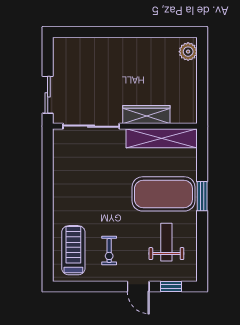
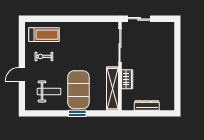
plant: (188, 52) -> (166, 105), removed
dresser: (189, 82) -> (147, 105), added
wardrobe: (146, 115) -> (127, 79), width x0.67
window: (171, 287) -> (22, 94), removed

